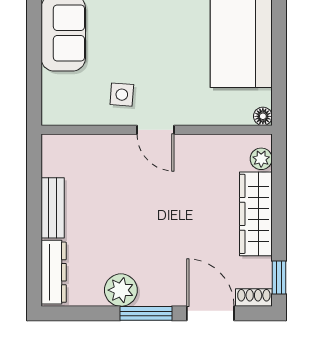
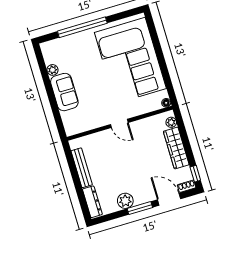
side table: (122, 95) -> (99, 112), removed
bench: (53, 208) -> (82, 168), width x1.36

